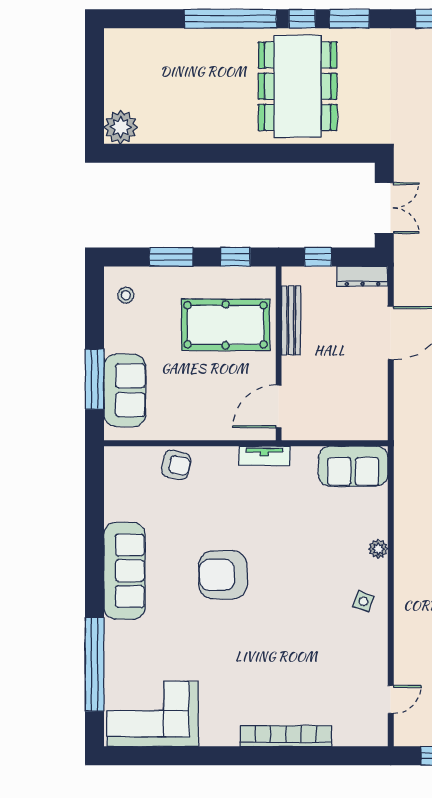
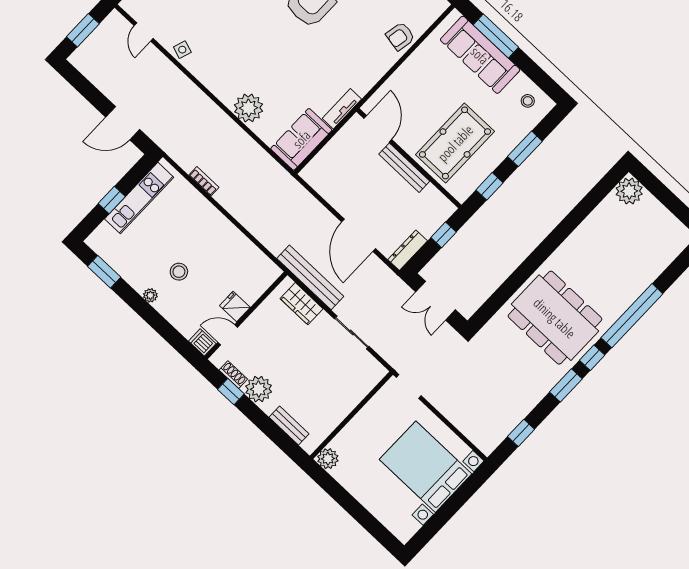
bench: (291, 320) -> (404, 168), moved
sofa: (125, 390) -> (480, 55), width x1.36
tv unit: (265, 456) -> (342, 109), moved
plant: (378, 549) -> (249, 108), width x1.87, depth x1.87
side table: (363, 601) -> (182, 50), moved

